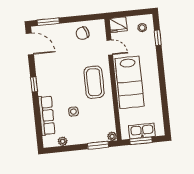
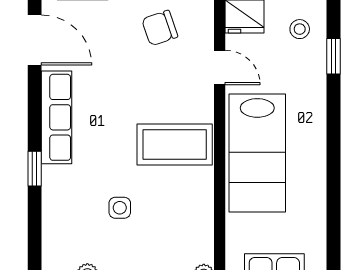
coffee table: (94, 82) -> (175, 144), turned 90
window: (34, 84) -> (35, 169), moved
row of seats: (47, 115) -> (57, 117), moved

